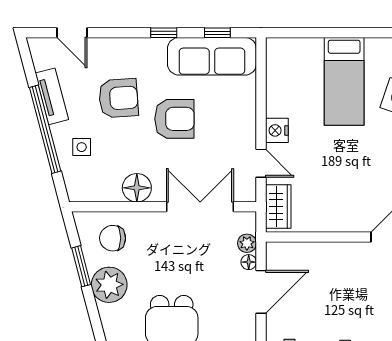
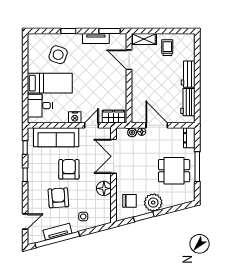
sofa: (212, 56) -> (56, 137), moved, turned 90
desk: (300, 62) -> (40, 106), added
window: (45, 129) -> (57, 240), moved
chair: (113, 238) -> (130, 201), turned -90

